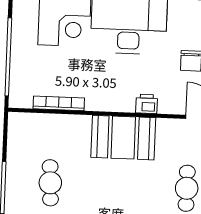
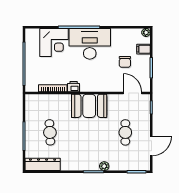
printer: (147, 104) -> (74, 87), moved

